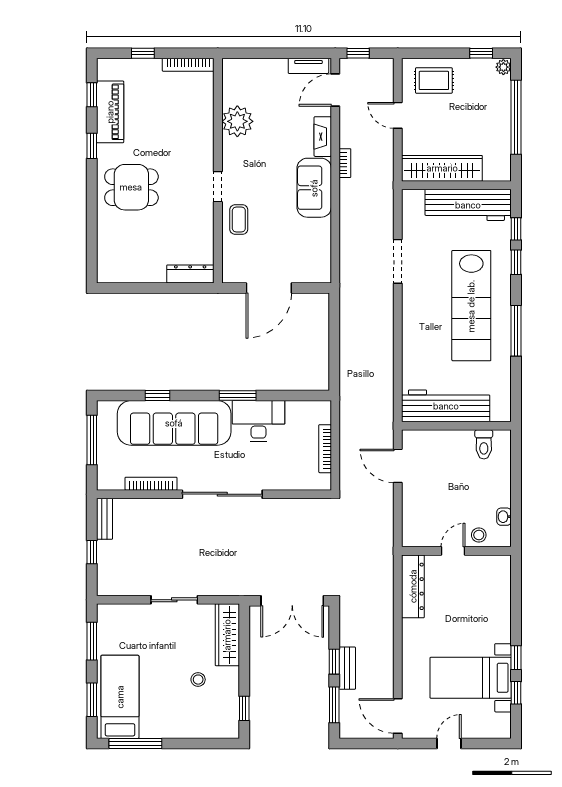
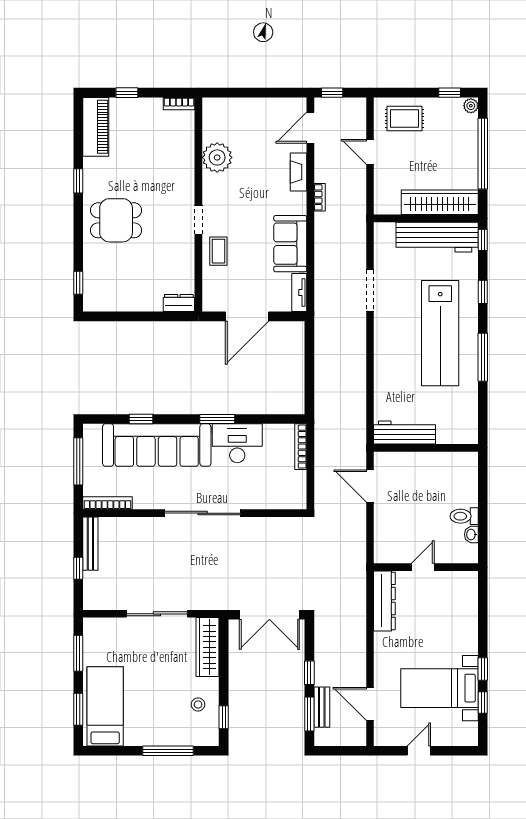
bookcase: (188, 65) -> (179, 104), width x0.64
tv unit: (308, 66) -> (299, 293), moved, turned 90
window: (92, 95) -> (78, 283), moved
piano: (110, 112) -> (96, 127), moved
wardrobe: (442, 168) -> (440, 202), moved
sofa: (314, 188) -> (290, 244), moved
window: (516, 229) -> (483, 240), moved
dresser: (190, 274) -> (179, 303), width x0.70
workbench: (446, 406) -> (405, 433), width x0.73, depth x0.76
toilet: (484, 444) -> (464, 516), moved, turned 90
bookcase: (325, 449) -> (301, 447), moved
bookcase: (151, 484) -> (107, 503), moved
bench: (105, 519) -> (90, 544), width x1.36
stool: (479, 535) -> (447, 552), removed
sliding door: (174, 600) -> (157, 614), width x1.37
bench: (347, 668) -> (322, 707), moved
stool: (198, 680) -> (198, 704), moved
door: (398, 716) -> (370, 704), moved
window: (135, 743) -> (168, 751), moved

